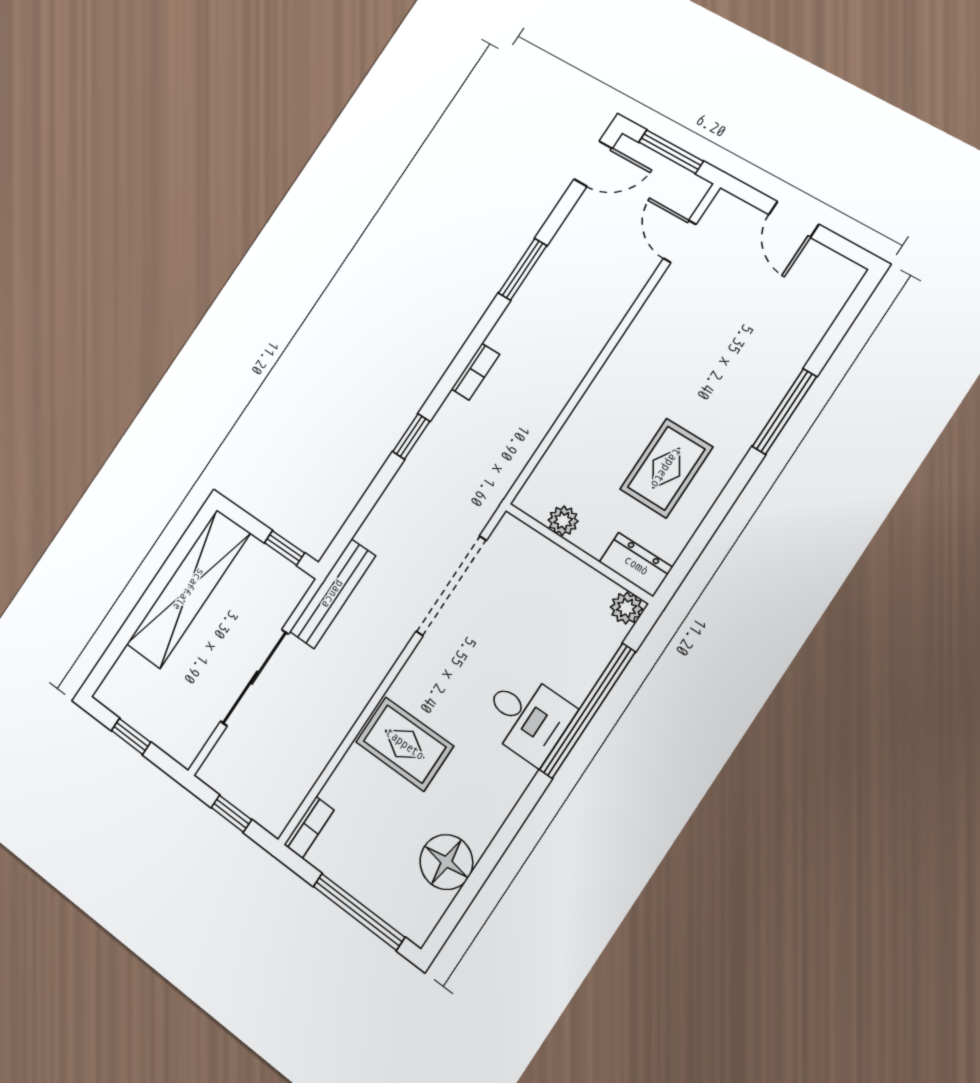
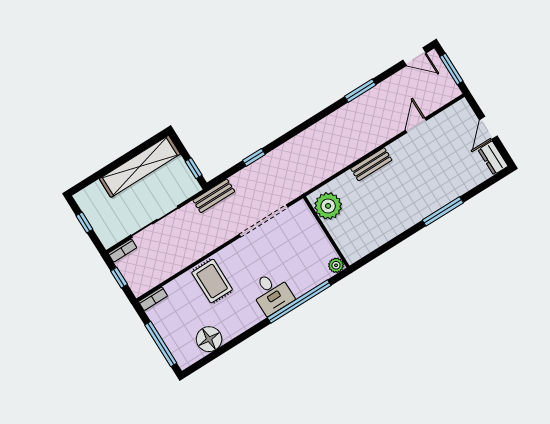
door: (680, 241) -> (416, 125), moved
bookcase: (475, 372) -> (122, 250), moved
bench: (605, 389) -> (371, 164), added
window: (411, 437) -> (254, 157), moved
rug: (666, 468) -> (381, 212), removed
plant: (563, 521) -> (328, 206), width x1.88, depth x1.88
dresser: (636, 565) -> (493, 158), moved, turned 180
bench: (333, 594) -> (214, 196), width x0.73

